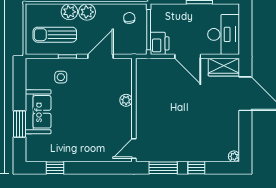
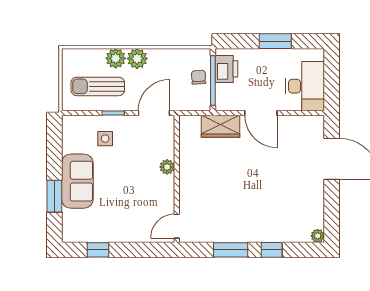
chair: (129, 18) -> (199, 77), moved
printer: (160, 43) -> (226, 69), moved
wardrobe: (224, 67) -> (221, 126), moved
plant: (126, 100) -> (167, 167), moved
wall: (134, 110) -> (177, 179), moved
door: (134, 148) -> (177, 226), moved

